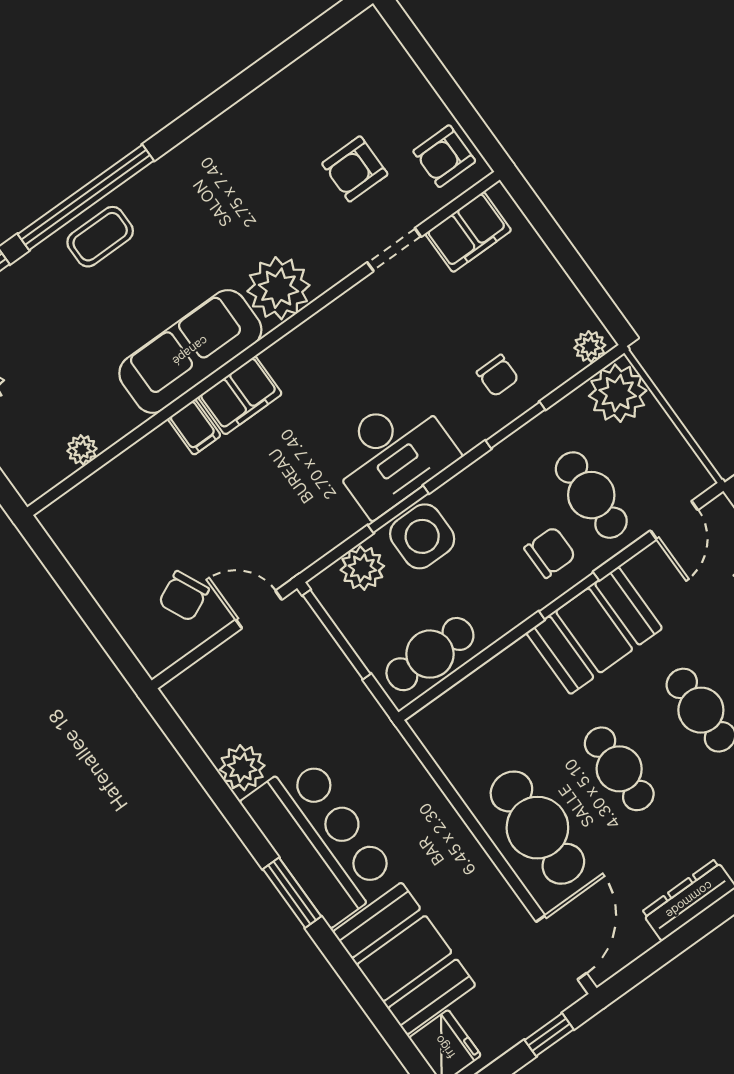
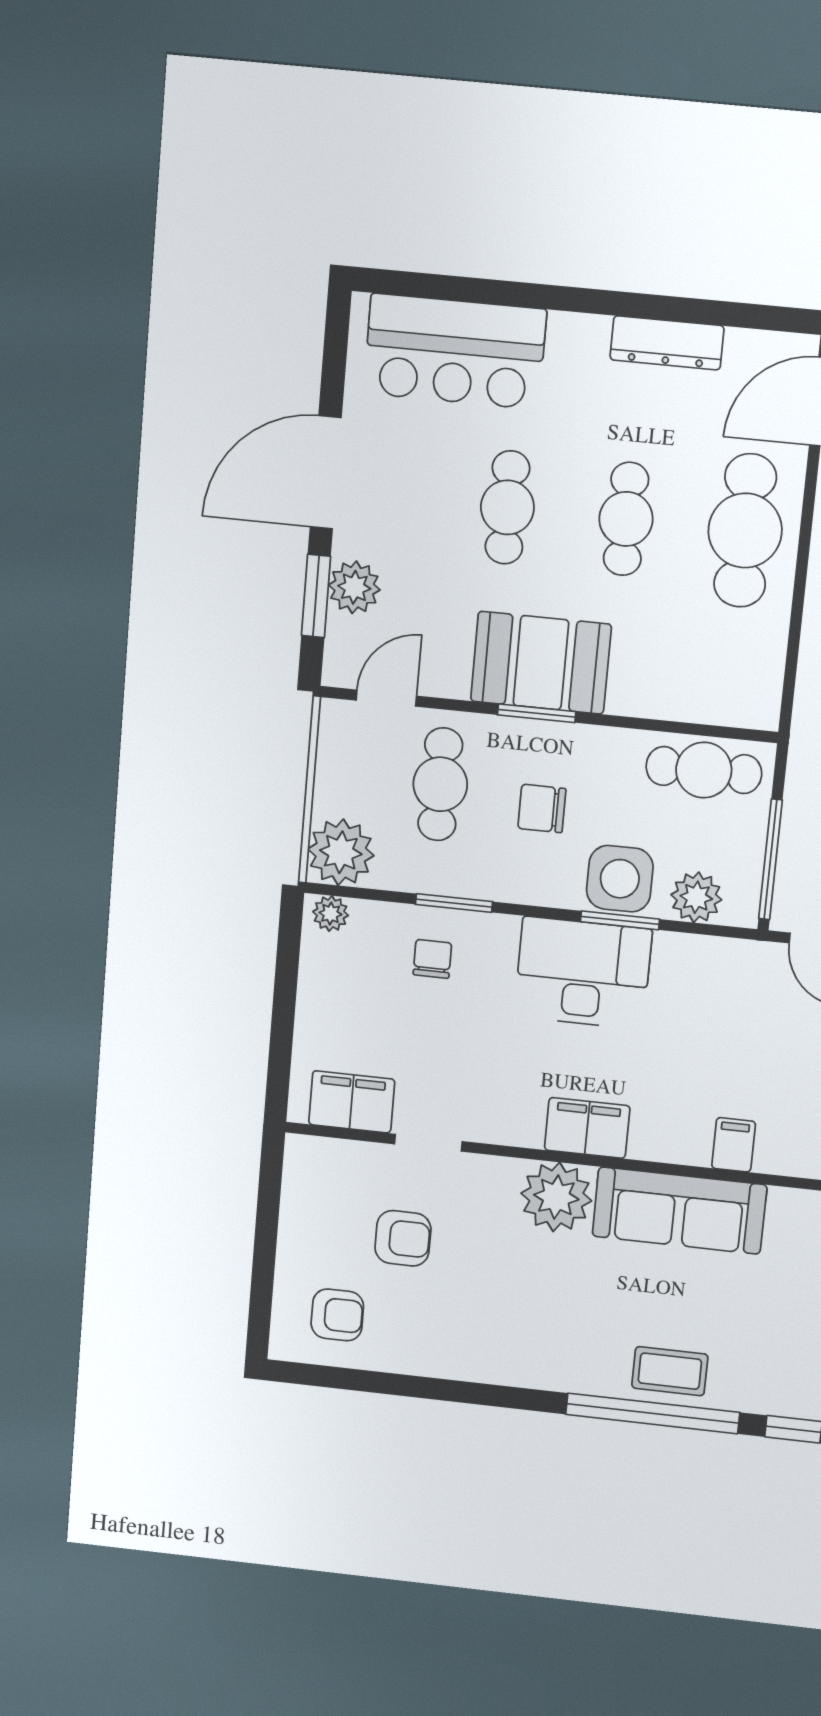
armchair: (444, 156) -> (337, 1315), moved
filing cabinet: (240, 395) -> (587, 1128), moved
chair: (550, 552) -> (542, 809), moved

